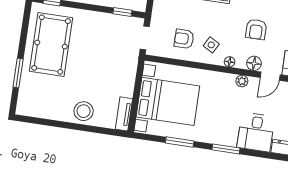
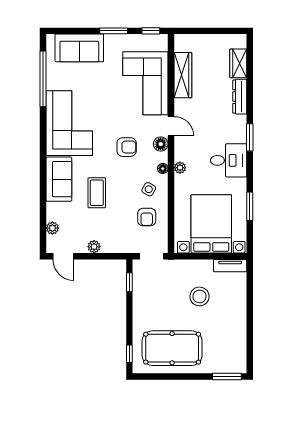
window: (18, 73) -> (227, 377), moved
plant: (242, 81) -> (180, 168), moved
stool: (84, 111) -> (199, 296), moved
desk: (256, 132) -> (229, 160), moved
window: (226, 149) -> (250, 137), moved

